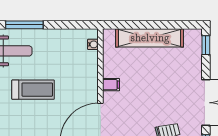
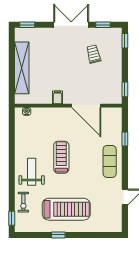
window: (24, 25) -> (12, 164), removed

